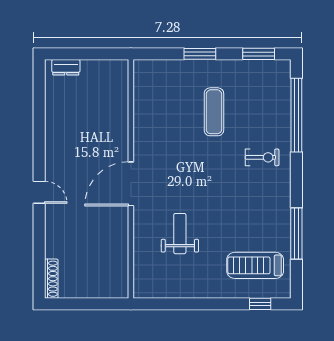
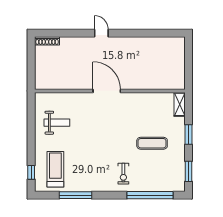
dresser: (66, 67) -> (180, 50), removed
shelving: (152, 68) -> (180, 104), added
door: (39, 192) -> (101, 33), swing flipped
weight bench: (180, 234) -> (57, 123), moved

